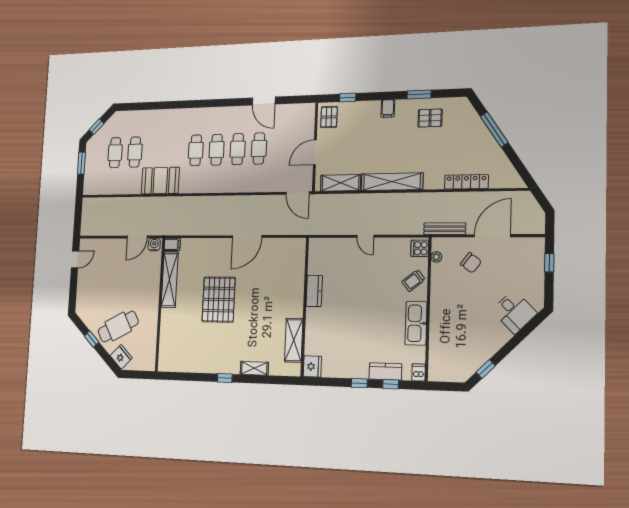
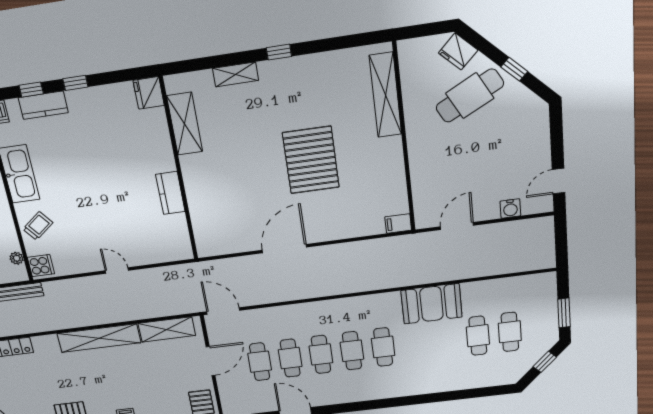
cafe table: (281, 148) -> (260, 362), added
water cooler: (154, 245) -> (510, 209), moved
shelving: (170, 280) -> (386, 95), moved

